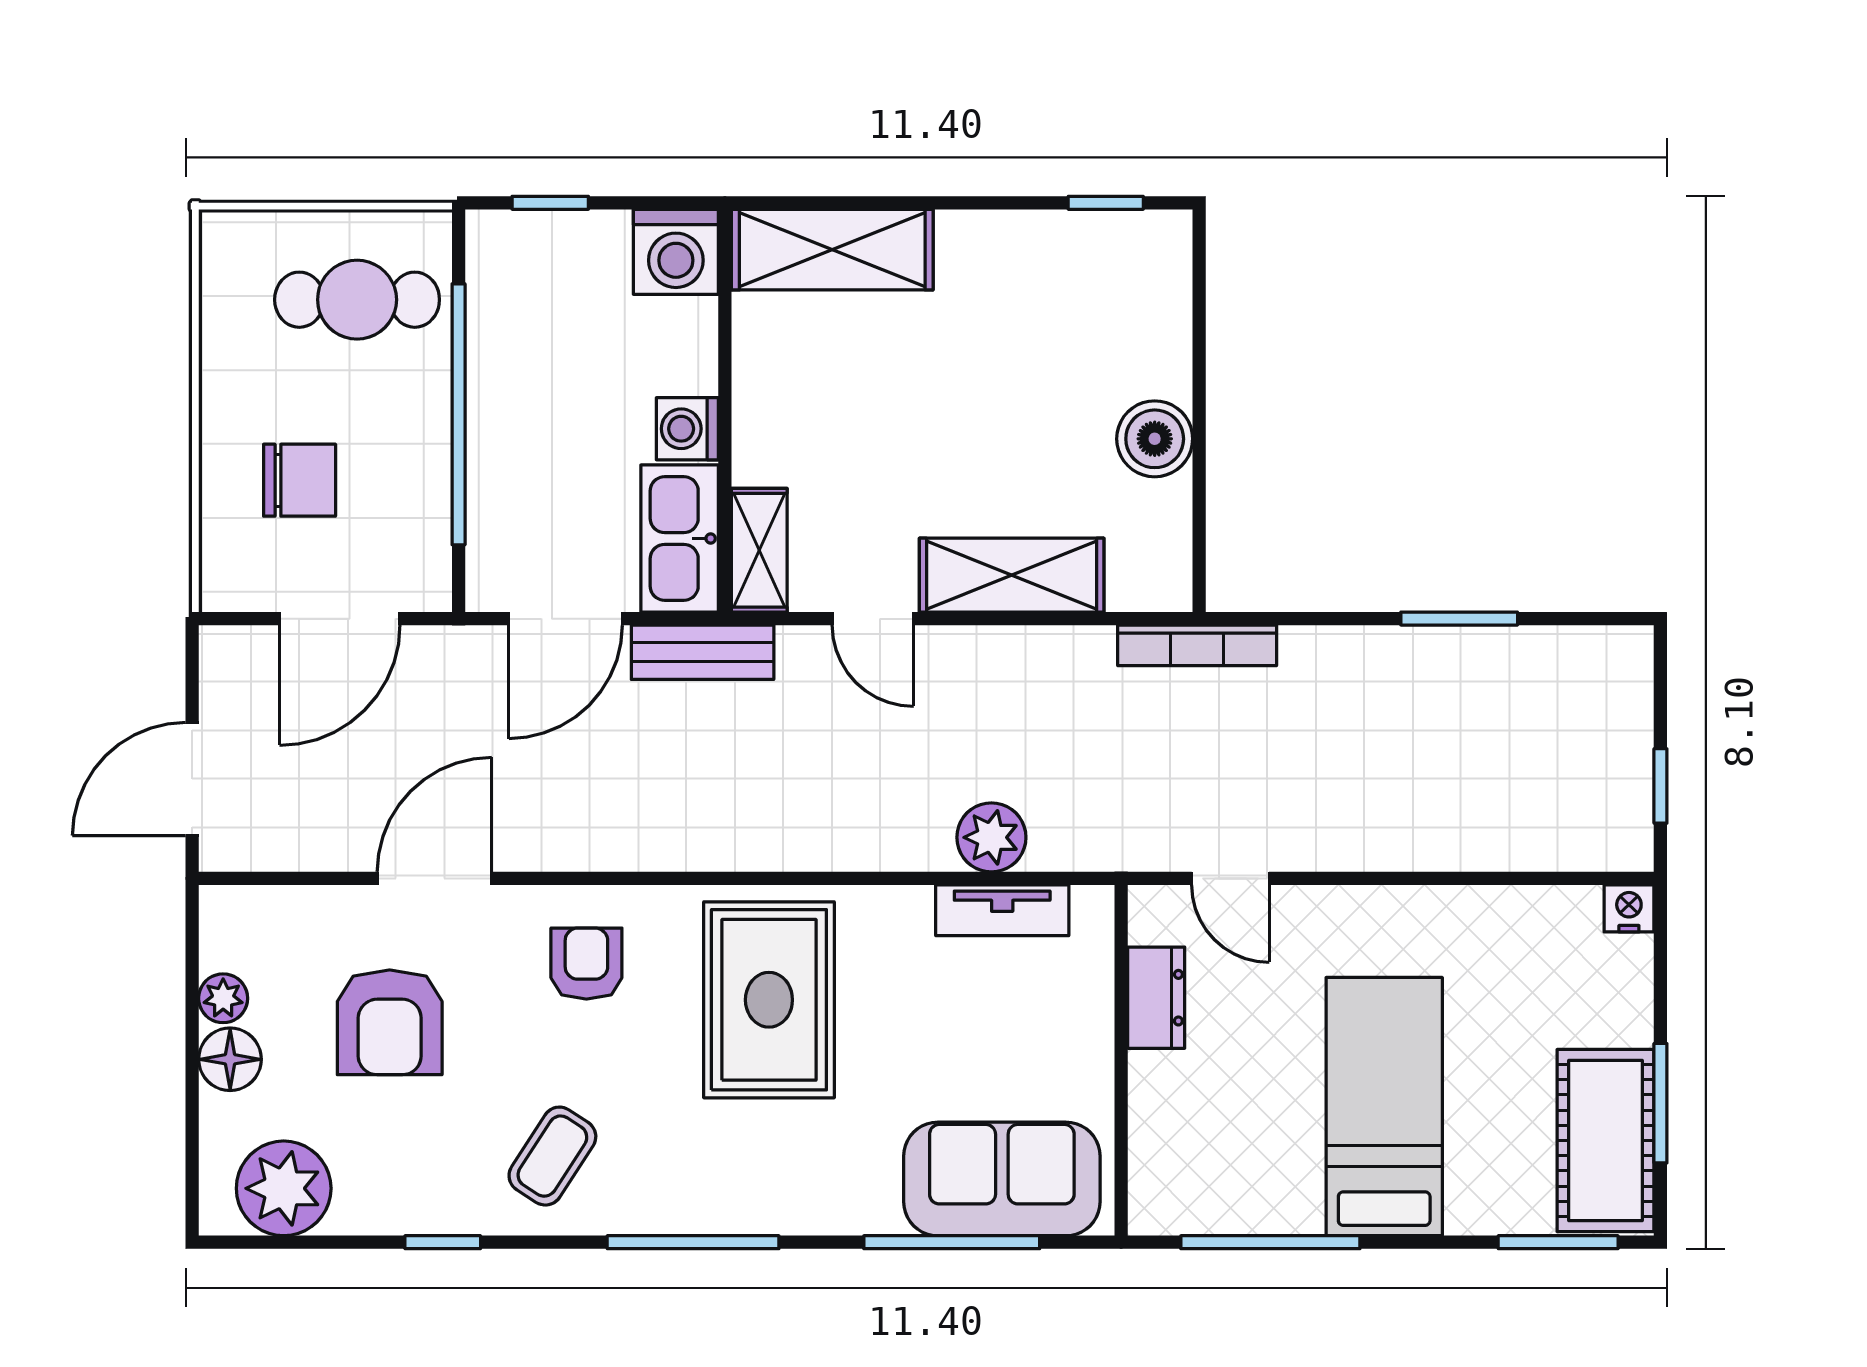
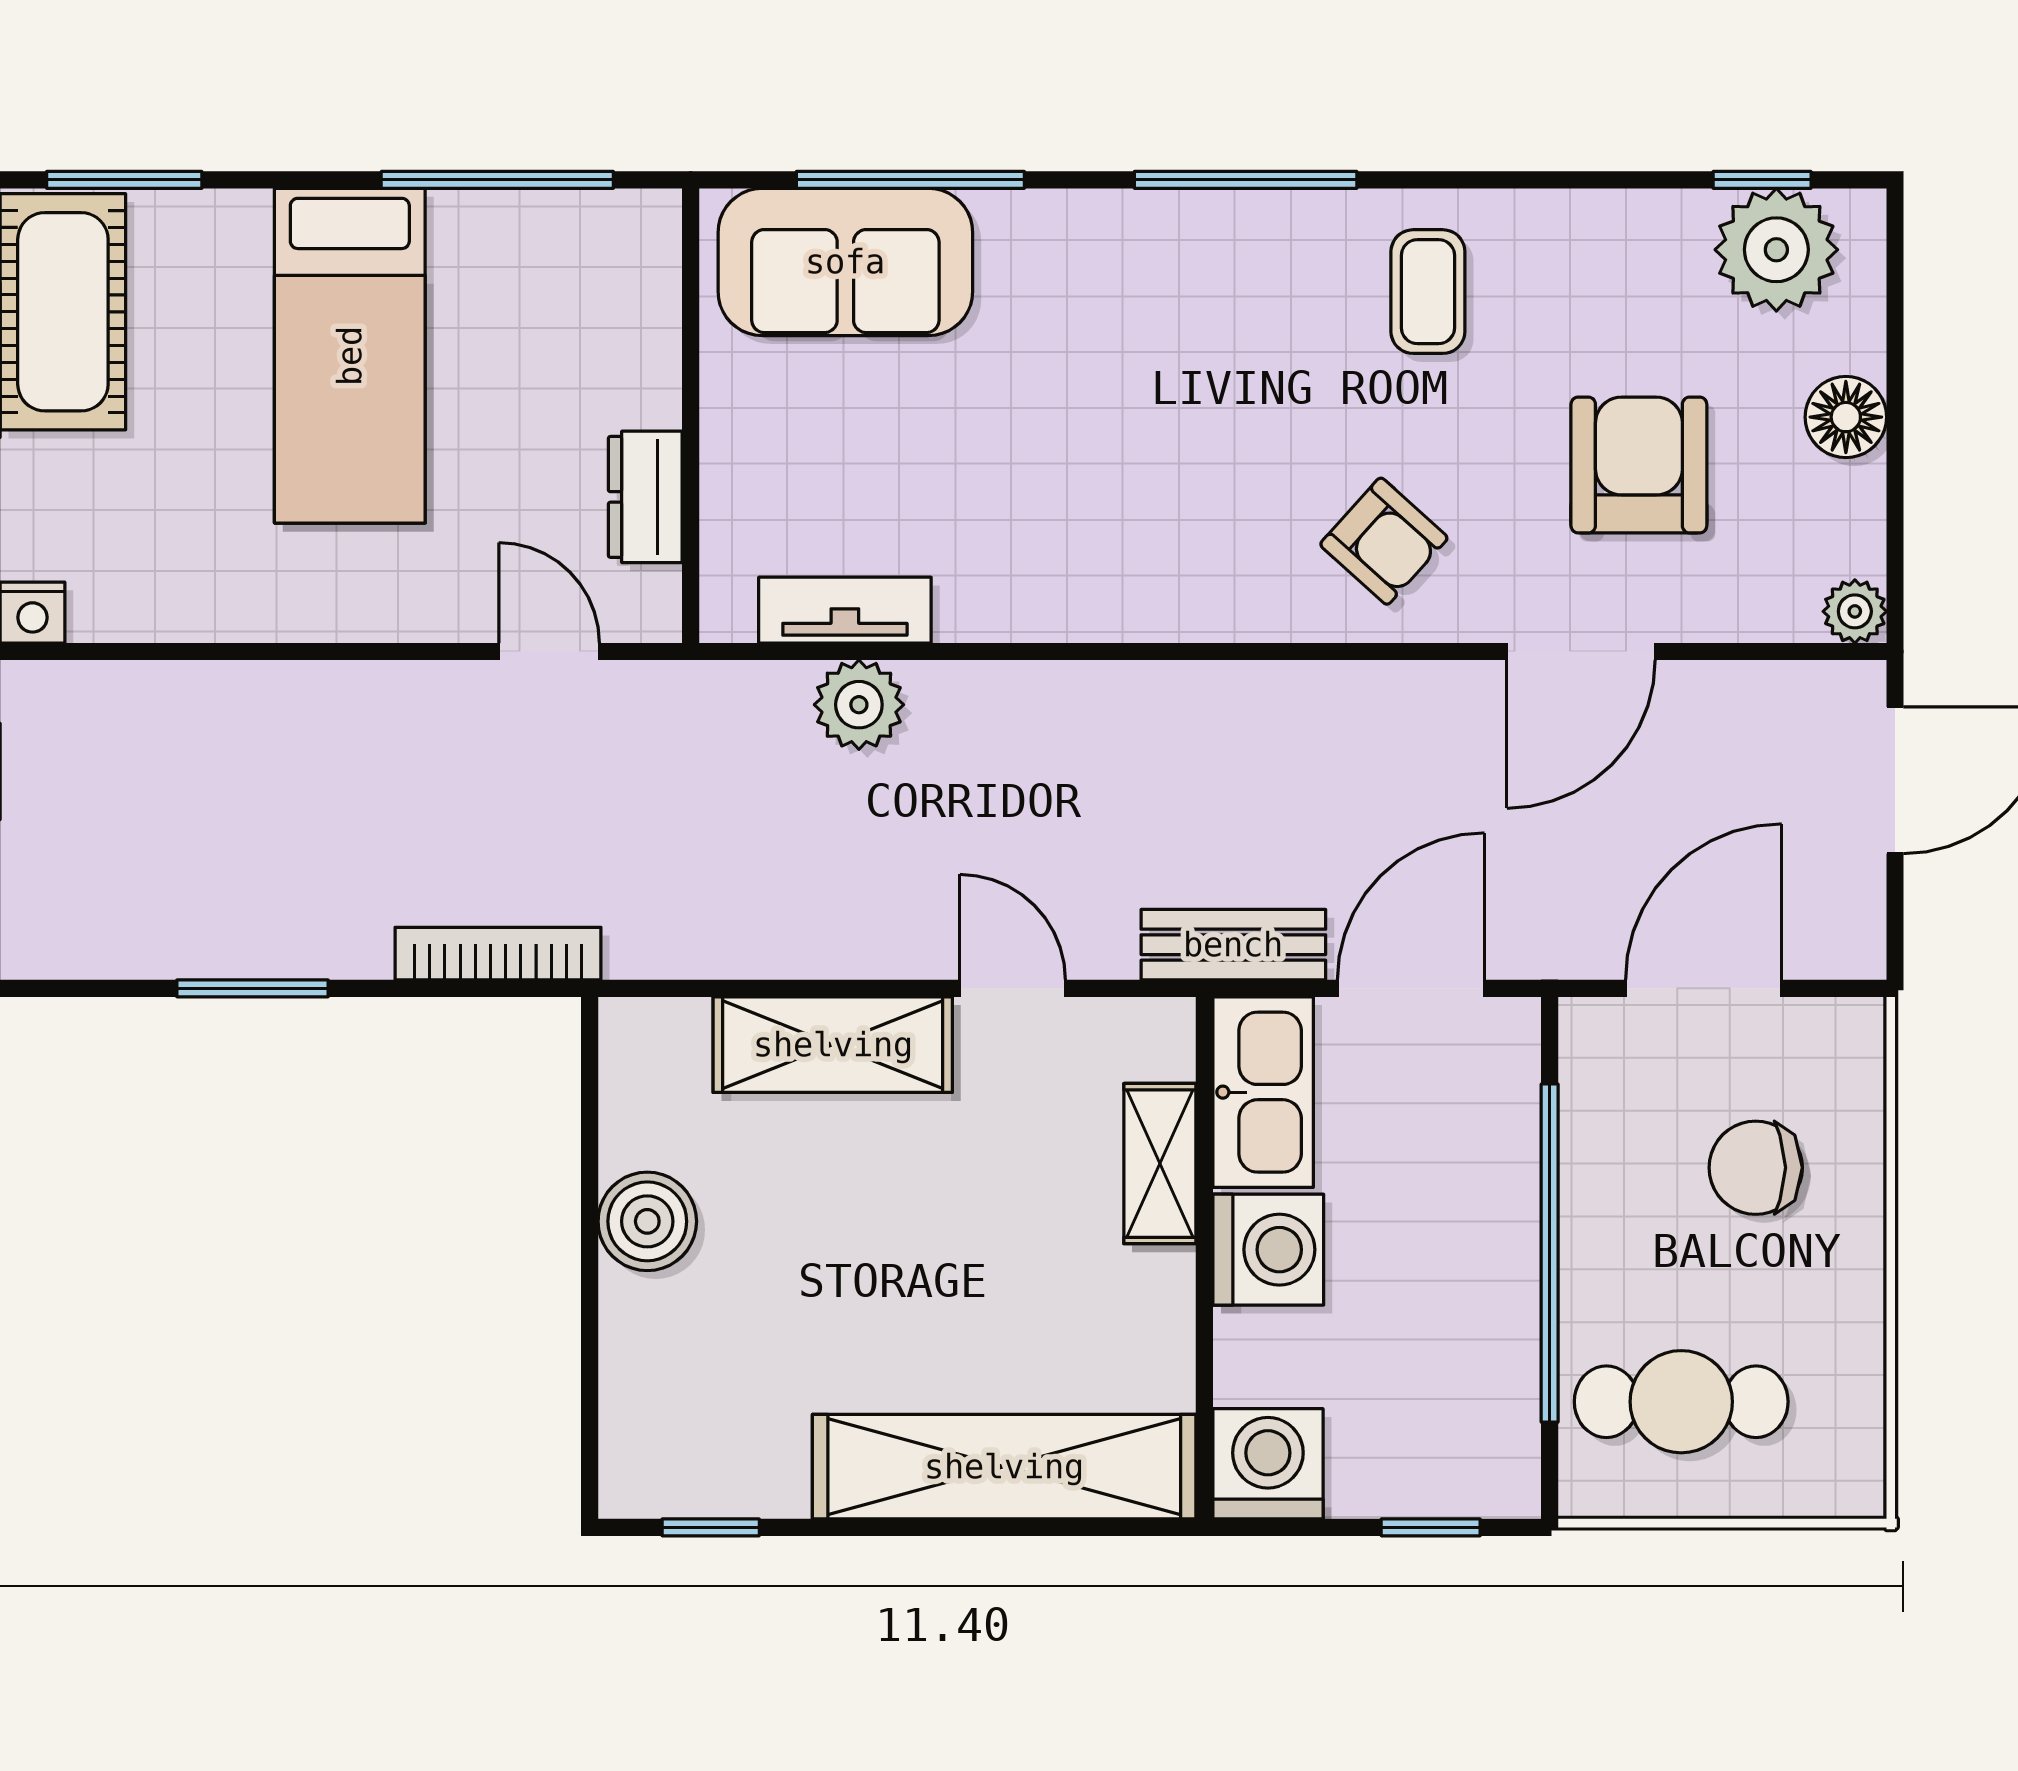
shelving: (832, 250) -> (1004, 1467), width x1.47
washing machine: (687, 429) -> (1268, 1250), width x1.38, depth x1.38
shelving: (759, 550) -> (1160, 1164), moved
bookcase: (1197, 645) -> (498, 954), moved
armchair: (586, 964) -> (1384, 541), turned -48
plant: (223, 998) -> (1855, 611), moved
rug: (769, 1000) -> (1147, 494), removed
coffee table: (552, 1156) -> (1428, 292), turned -33
window: (443, 1242) -> (1762, 180), moved

